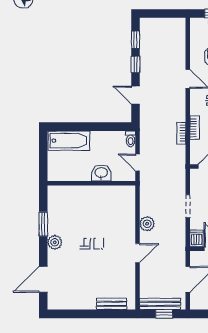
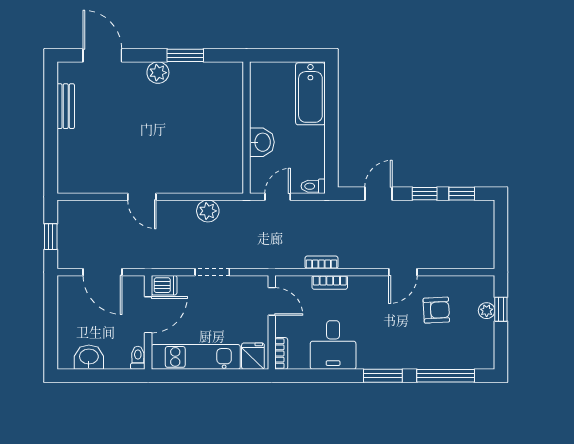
plant: (147, 224) -> (208, 211), moved
bench: (112, 304) -> (66, 106), moved
bench: (160, 304) -> (66, 231), removed

